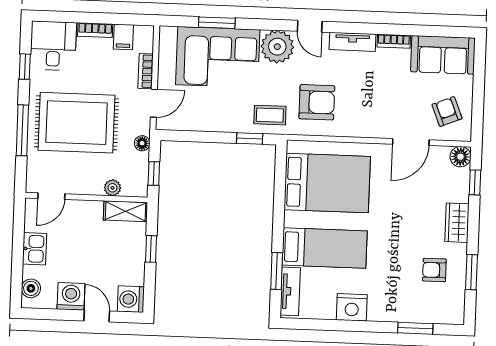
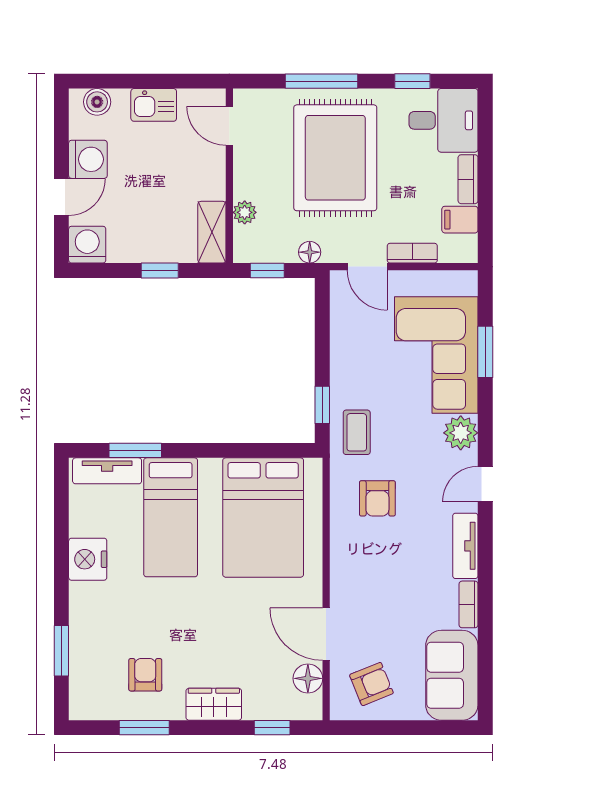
plant: (277, 47) -> (461, 433), width x0.73, depth x0.73
armchair: (317, 102) -> (377, 498), width x0.72, depth x0.72
floor lamp: (460, 157) -> (308, 678), moved

